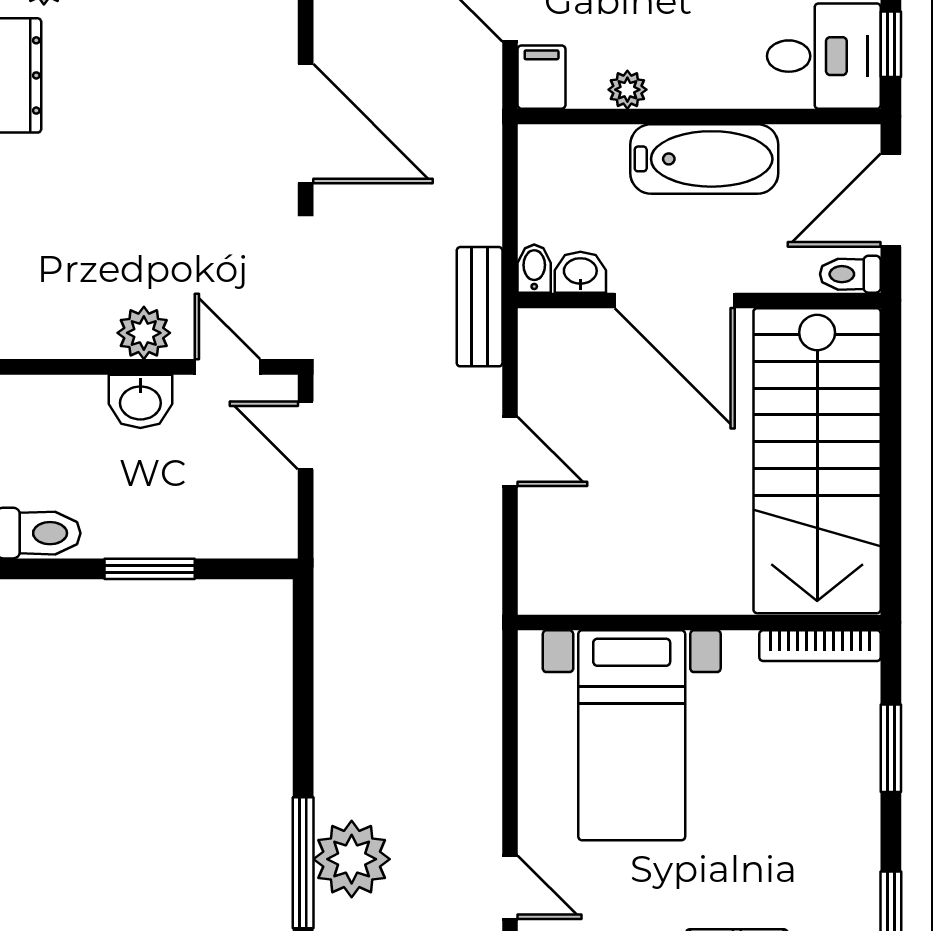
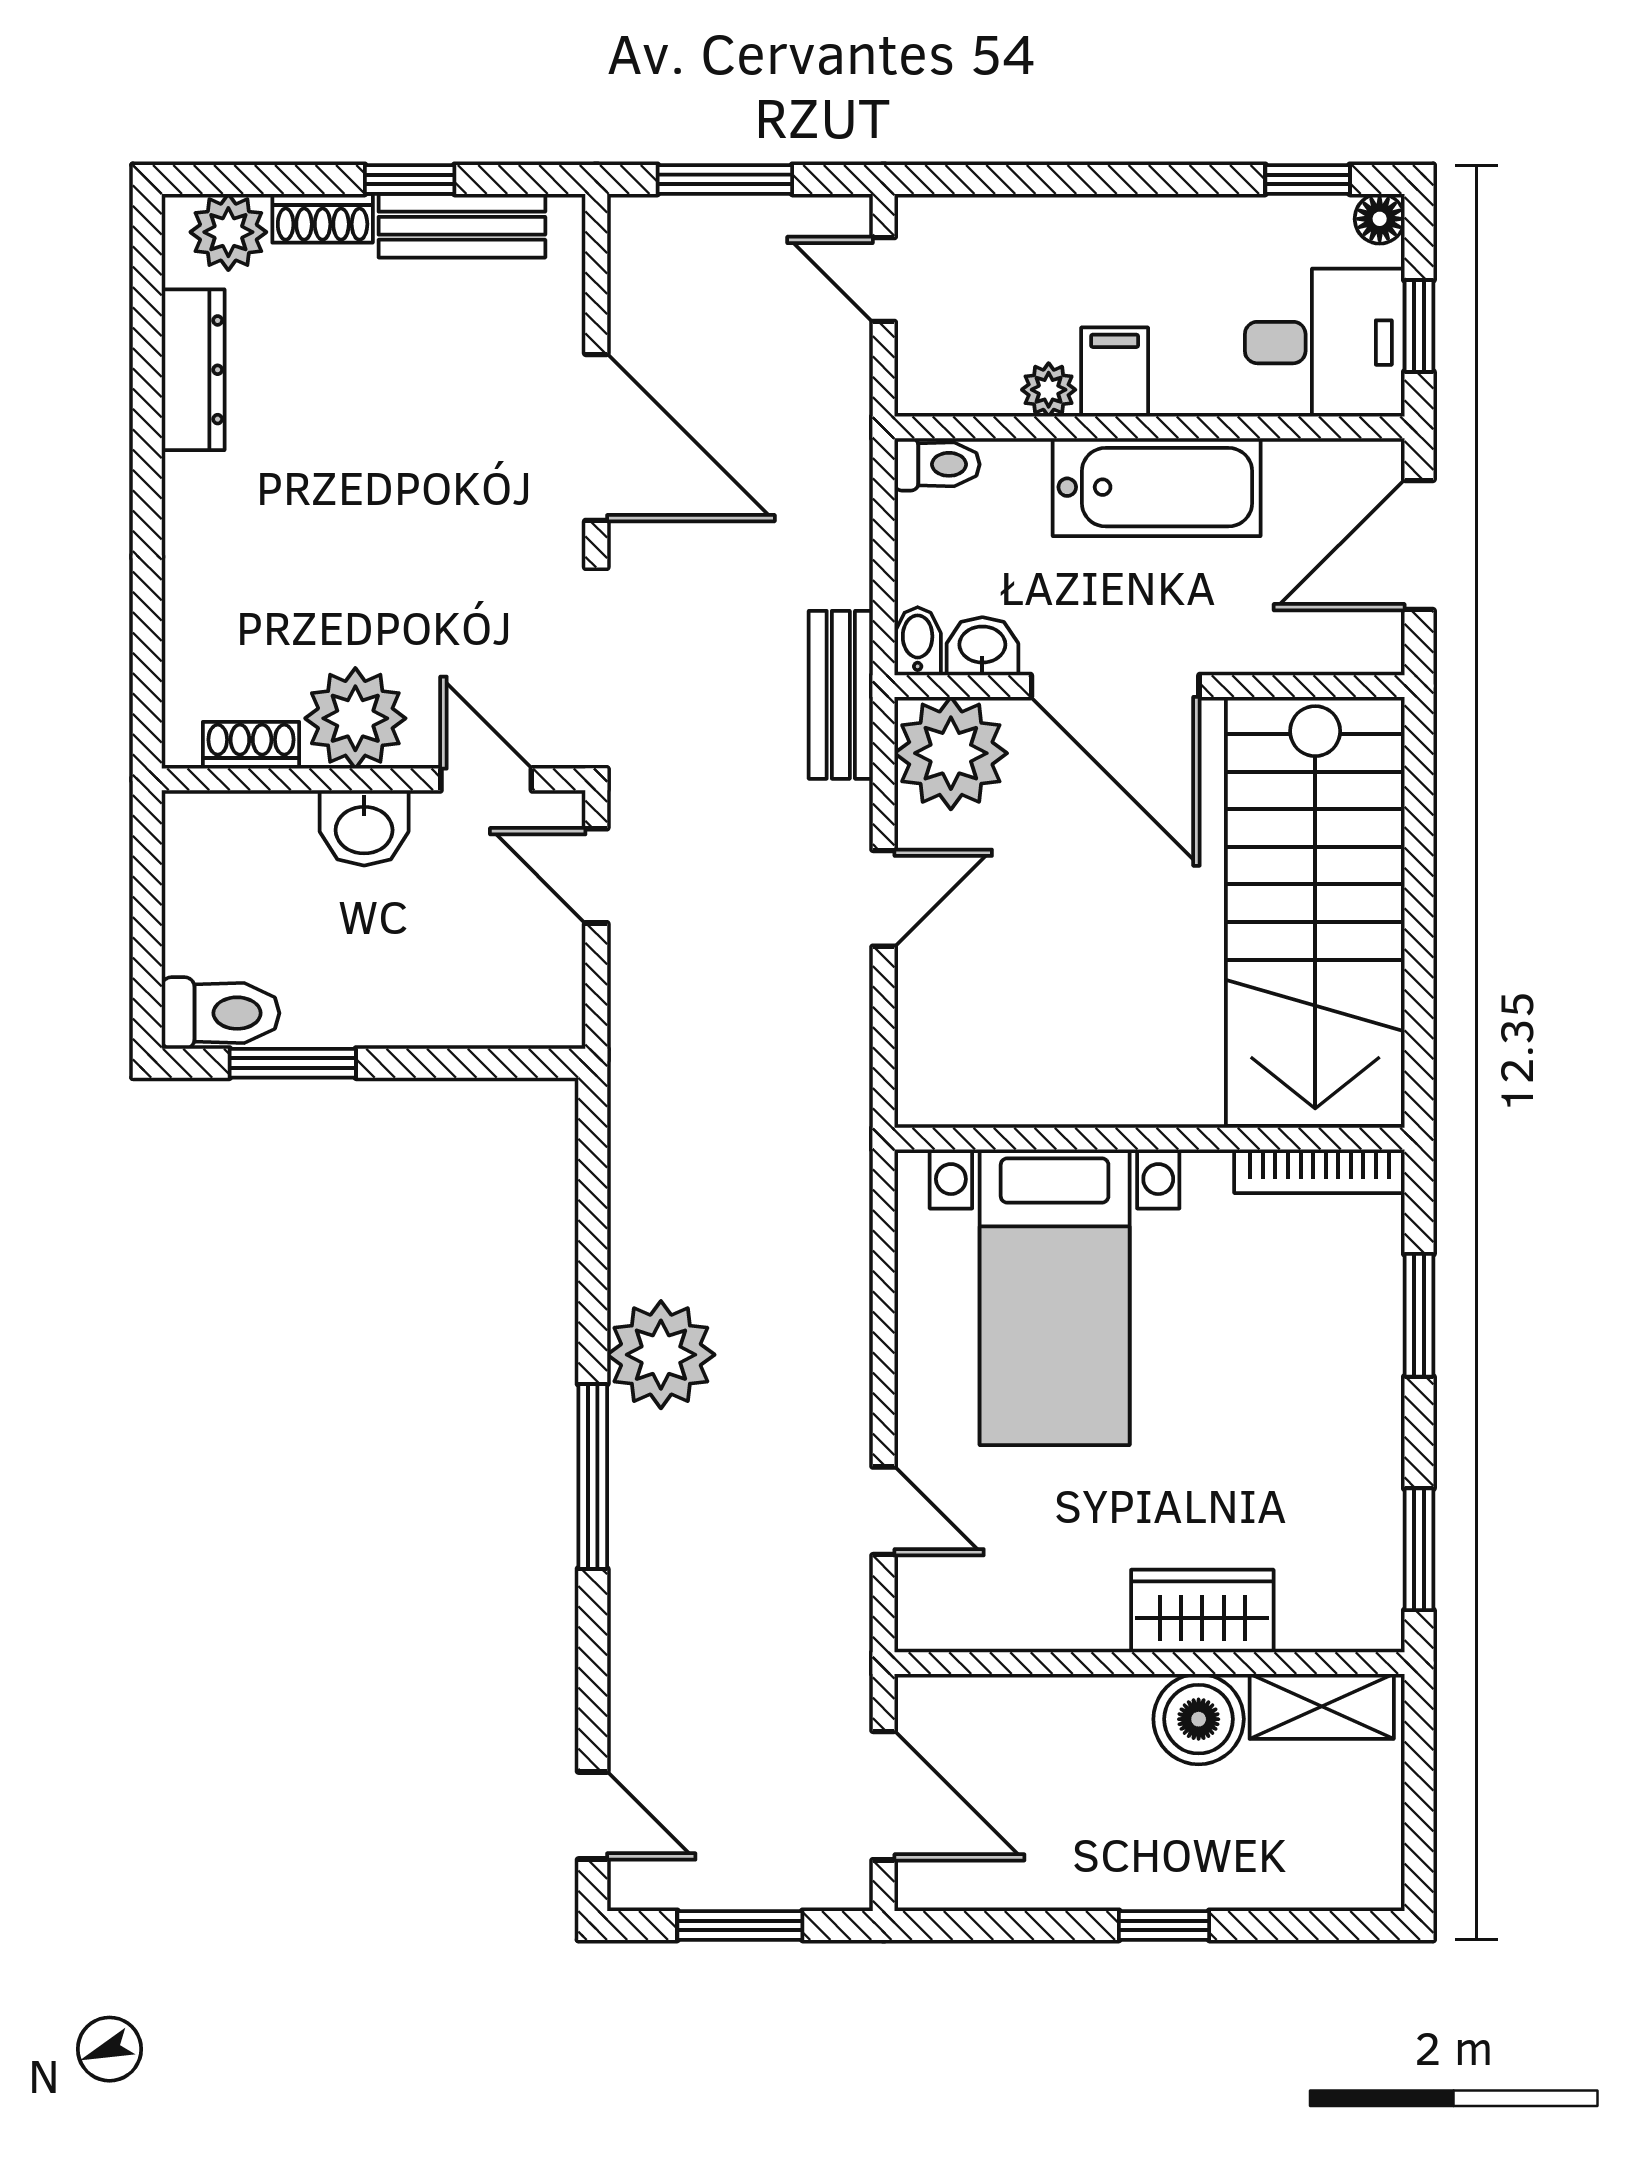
filing cabinet: (542, 77) -> (1115, 372), moved
toilet: (850, 274) -> (937, 464), moved, turned 180
plant: (144, 333) -> (355, 718), width x1.36, depth x1.36
shoe rack: (60, 343) -> (251, 745), added
plant: (558, 348) -> (951, 753), added
door: (510, 451) -> (884, 898), hinge flipped
window: (150, 569) -> (293, 1063), moved
plant: (352, 859) -> (661, 1355), moved

